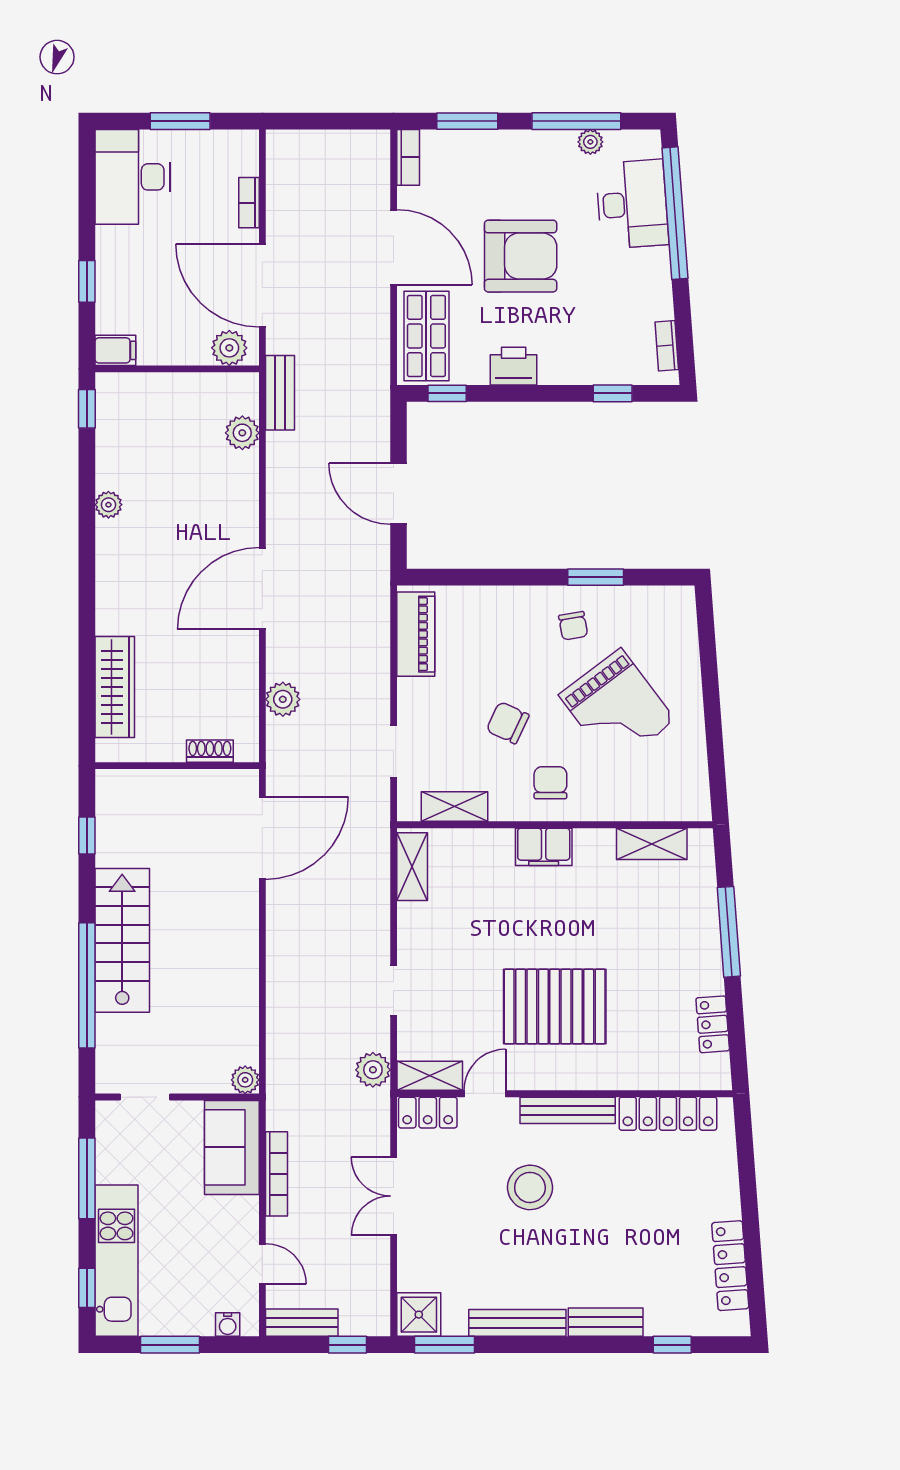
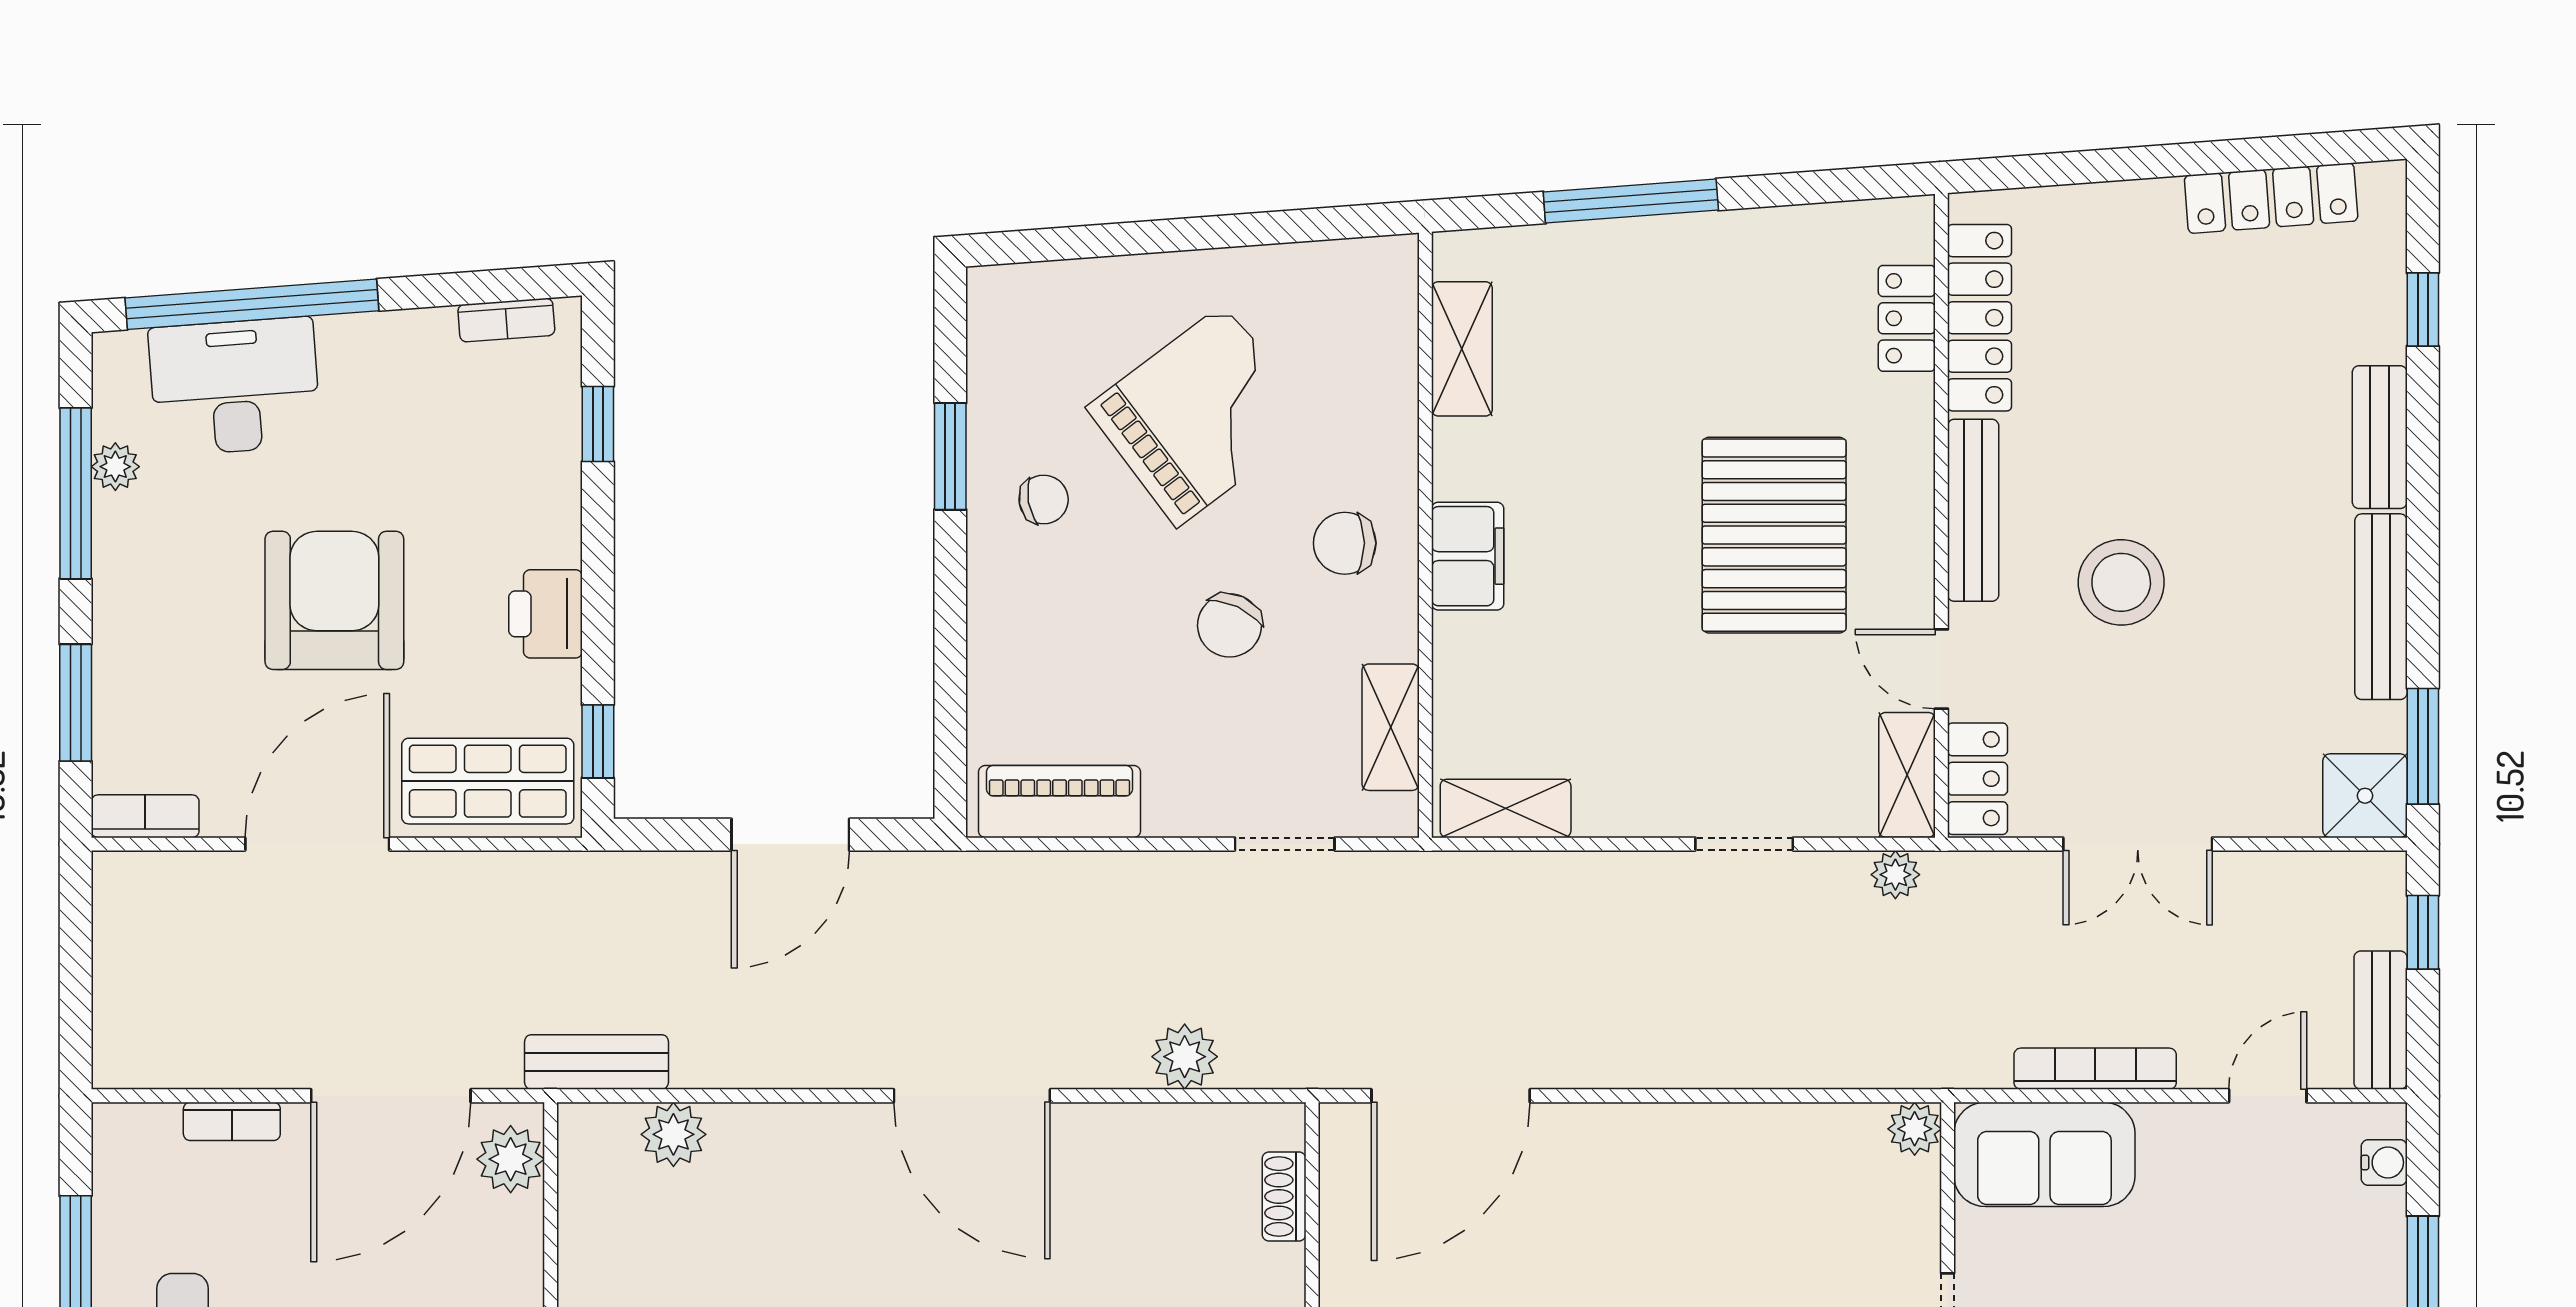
door: (262, 838) -> (1451, 1096), swing flipped
locker: (713, 1024) -> (1907, 318), moved, turned 94
plant: (373, 1070) -> (1895, 875), width x0.73, depth x0.73

